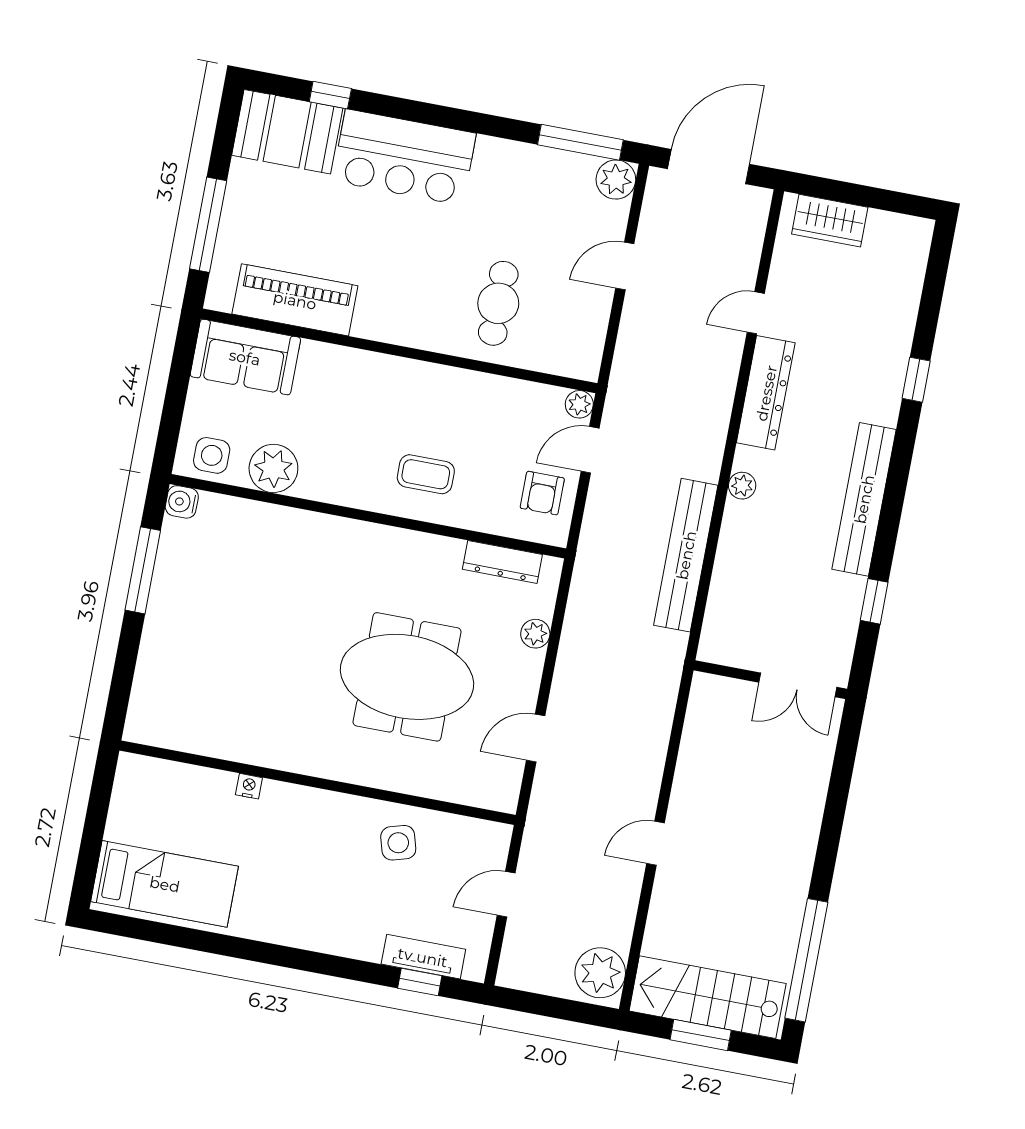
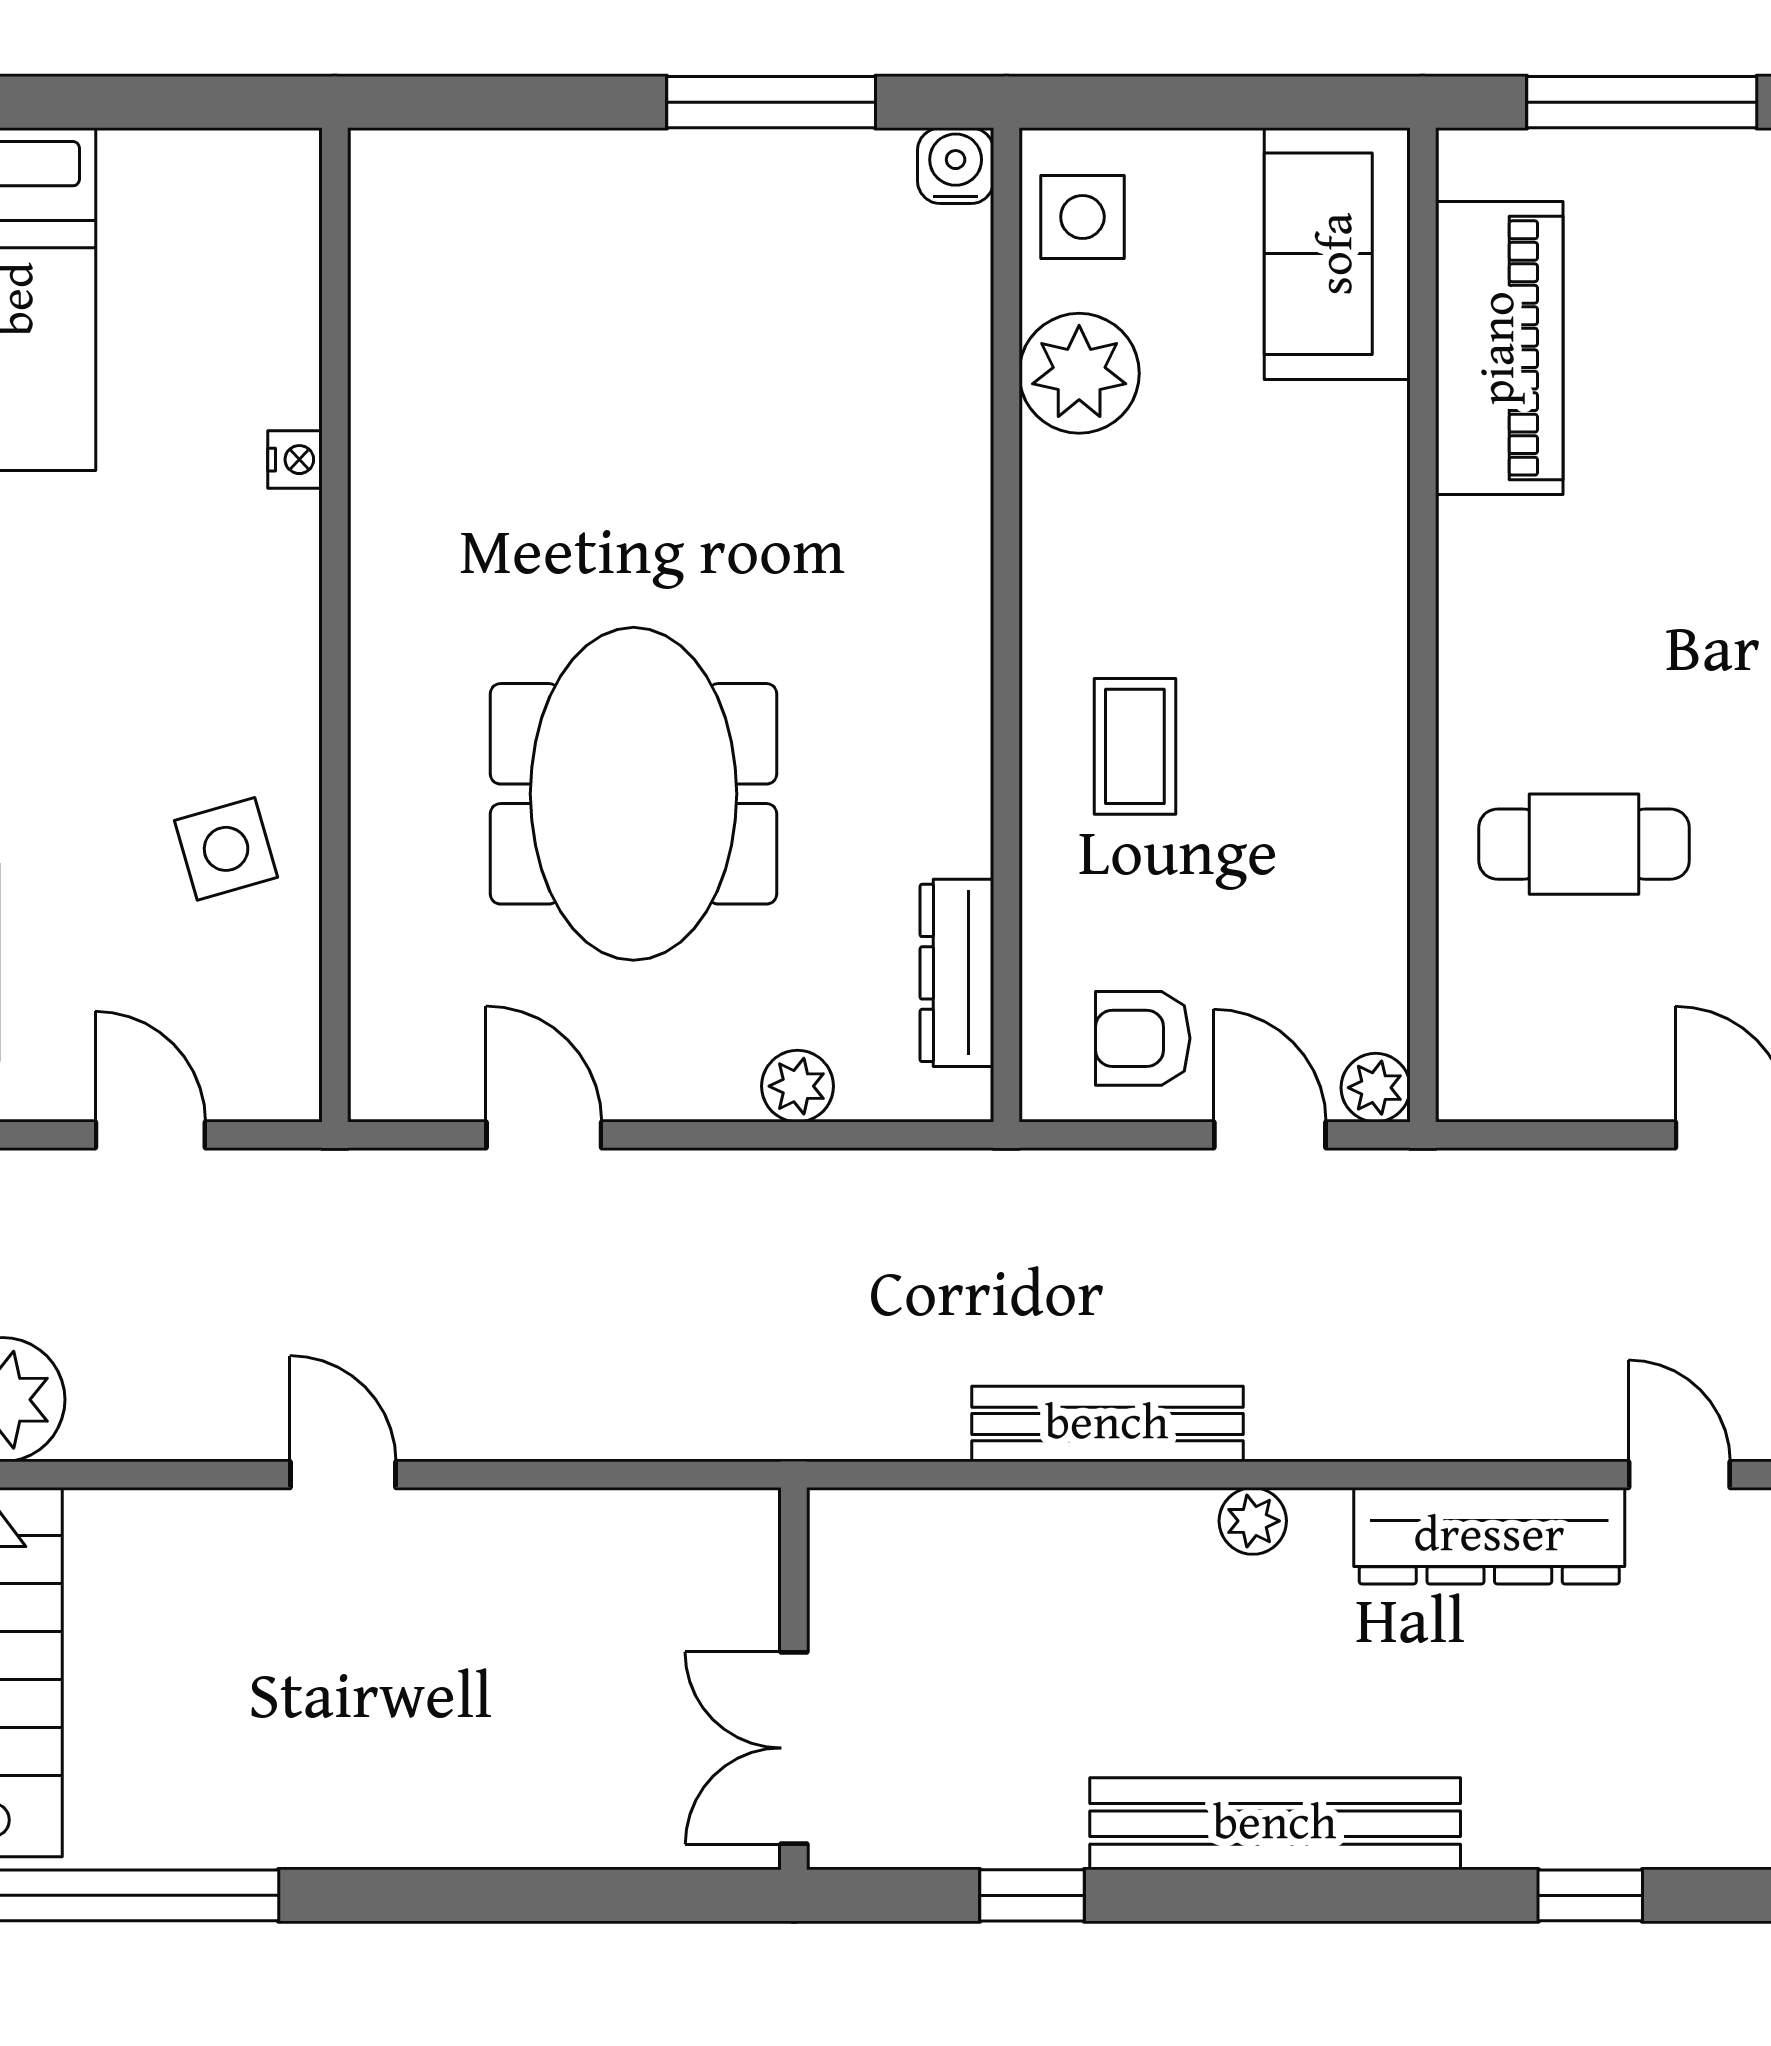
bench: (686, 555) -> (1107, 1424), width x0.73, depth x0.82

